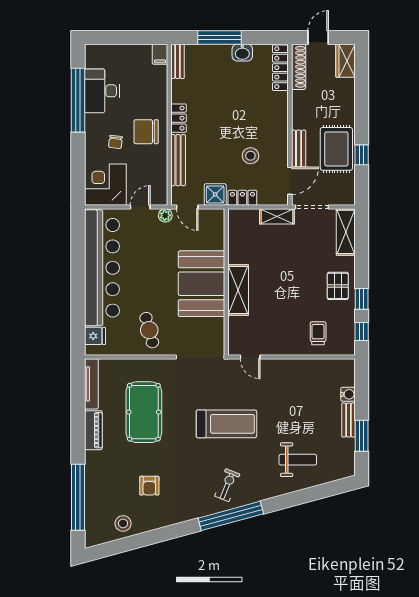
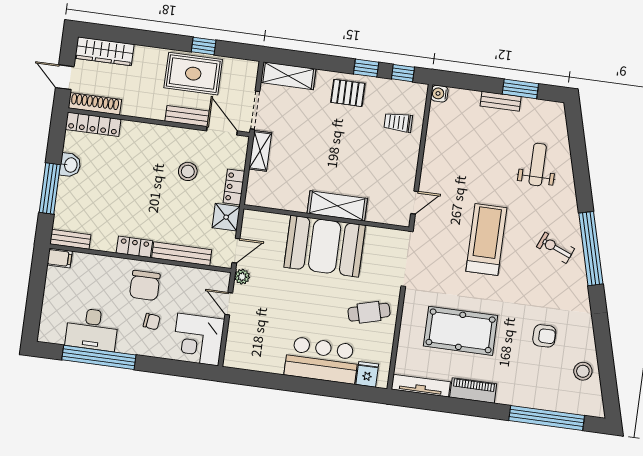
wardrobe: (345, 61) -> (104, 51), width x1.50
bar counter: (102, 268) -> (322, 360), width x0.54
water cooler: (348, 394) -> (439, 94), moved, turned -90

